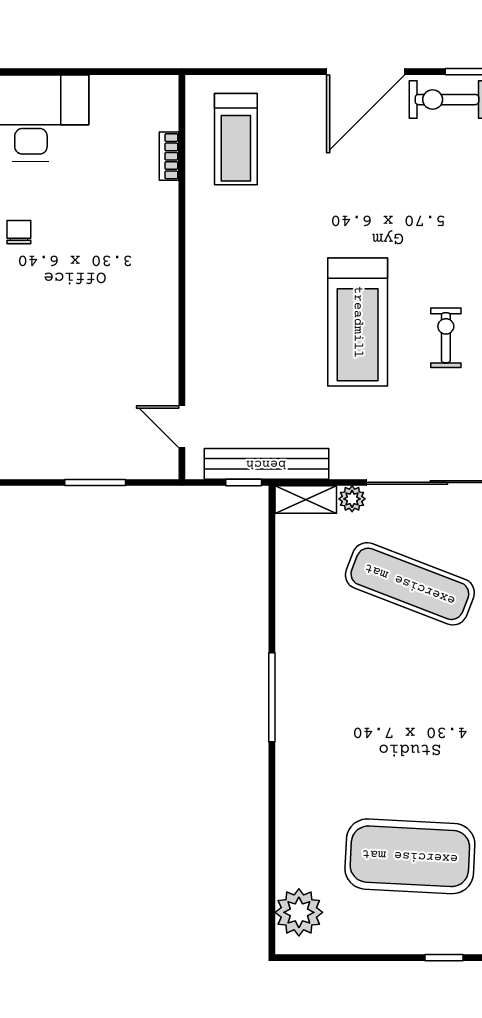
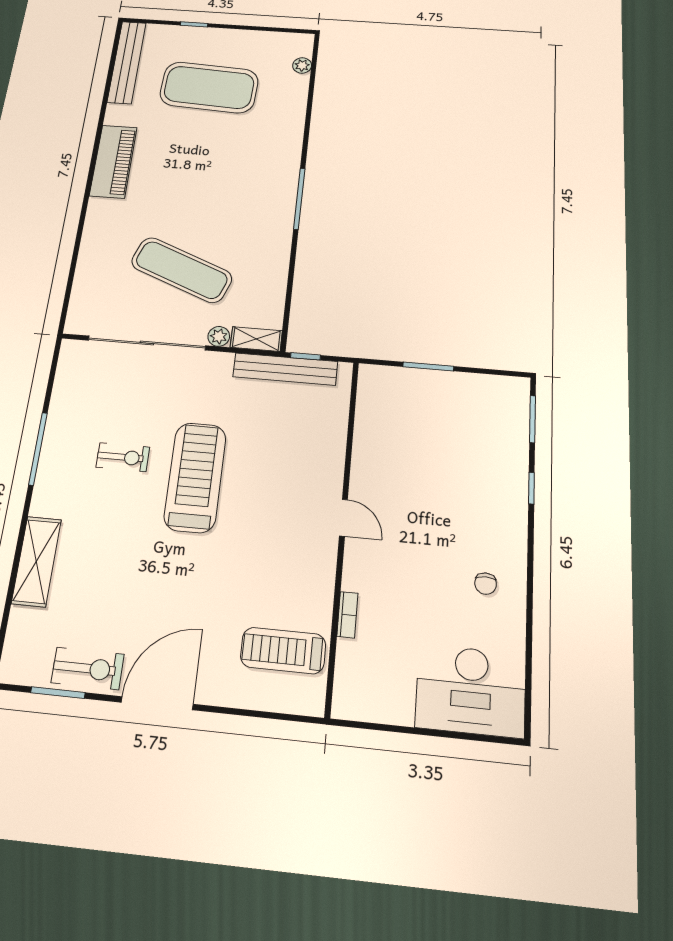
treadmill: (236, 139) -> (283, 651), turned -90
bookcase: (169, 156) -> (347, 615), moved
exercise bike: (446, 338) -> (123, 457), turned -90
door: (182, 427) -> (343, 518), moved
plant: (299, 912) -> (302, 65), width x0.53, depth x0.53

